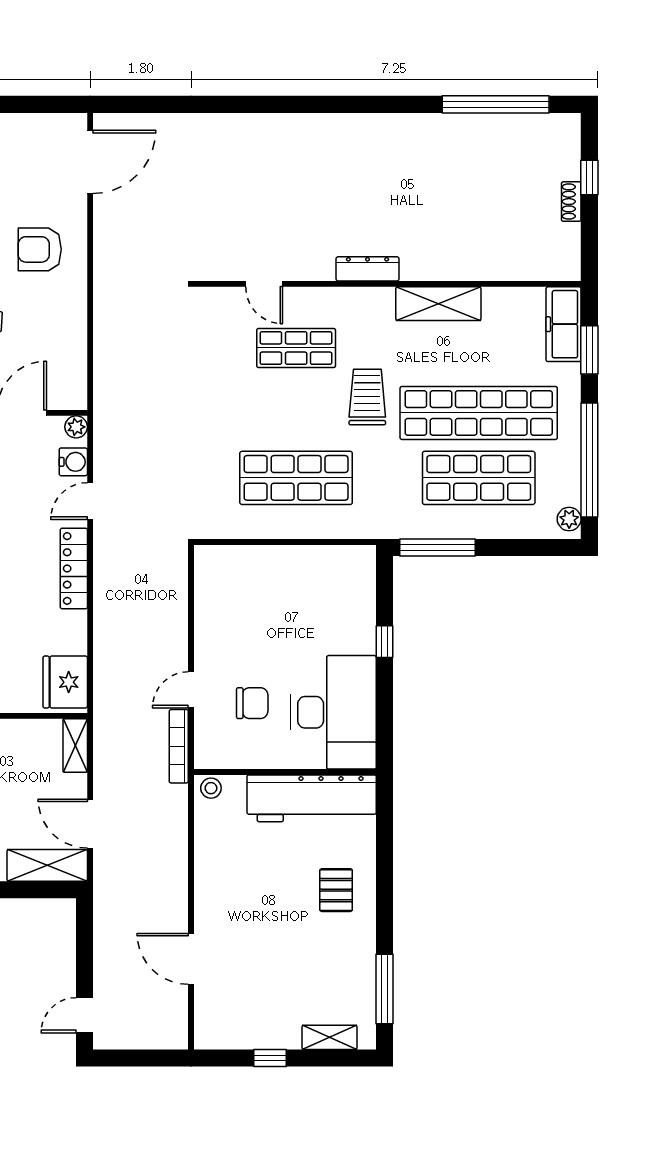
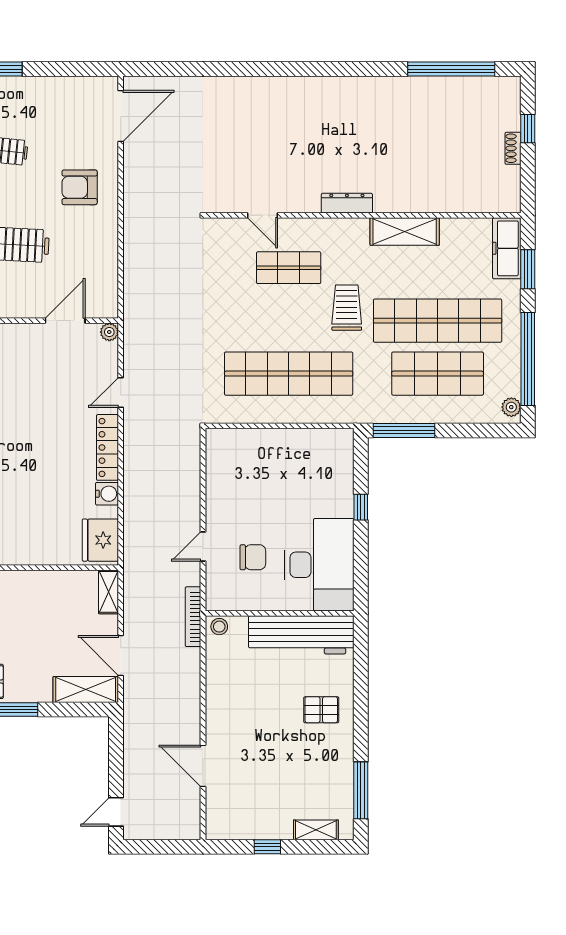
water cooler: (73, 462) -> (107, 494), moved
shop shelf: (296, 478) -> (289, 374), width x1.40
bookcase: (179, 746) -> (193, 617), moved
pallet: (336, 890) -> (321, 710), turned 90

